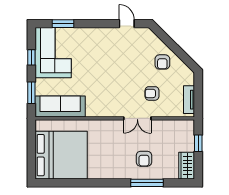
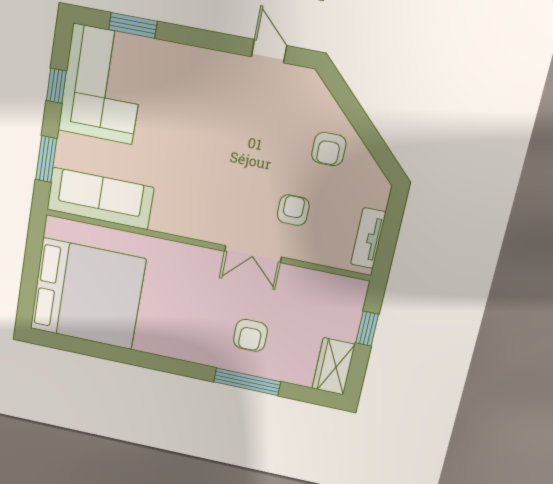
armchair: (152, 93) -> (293, 210), turned 90

